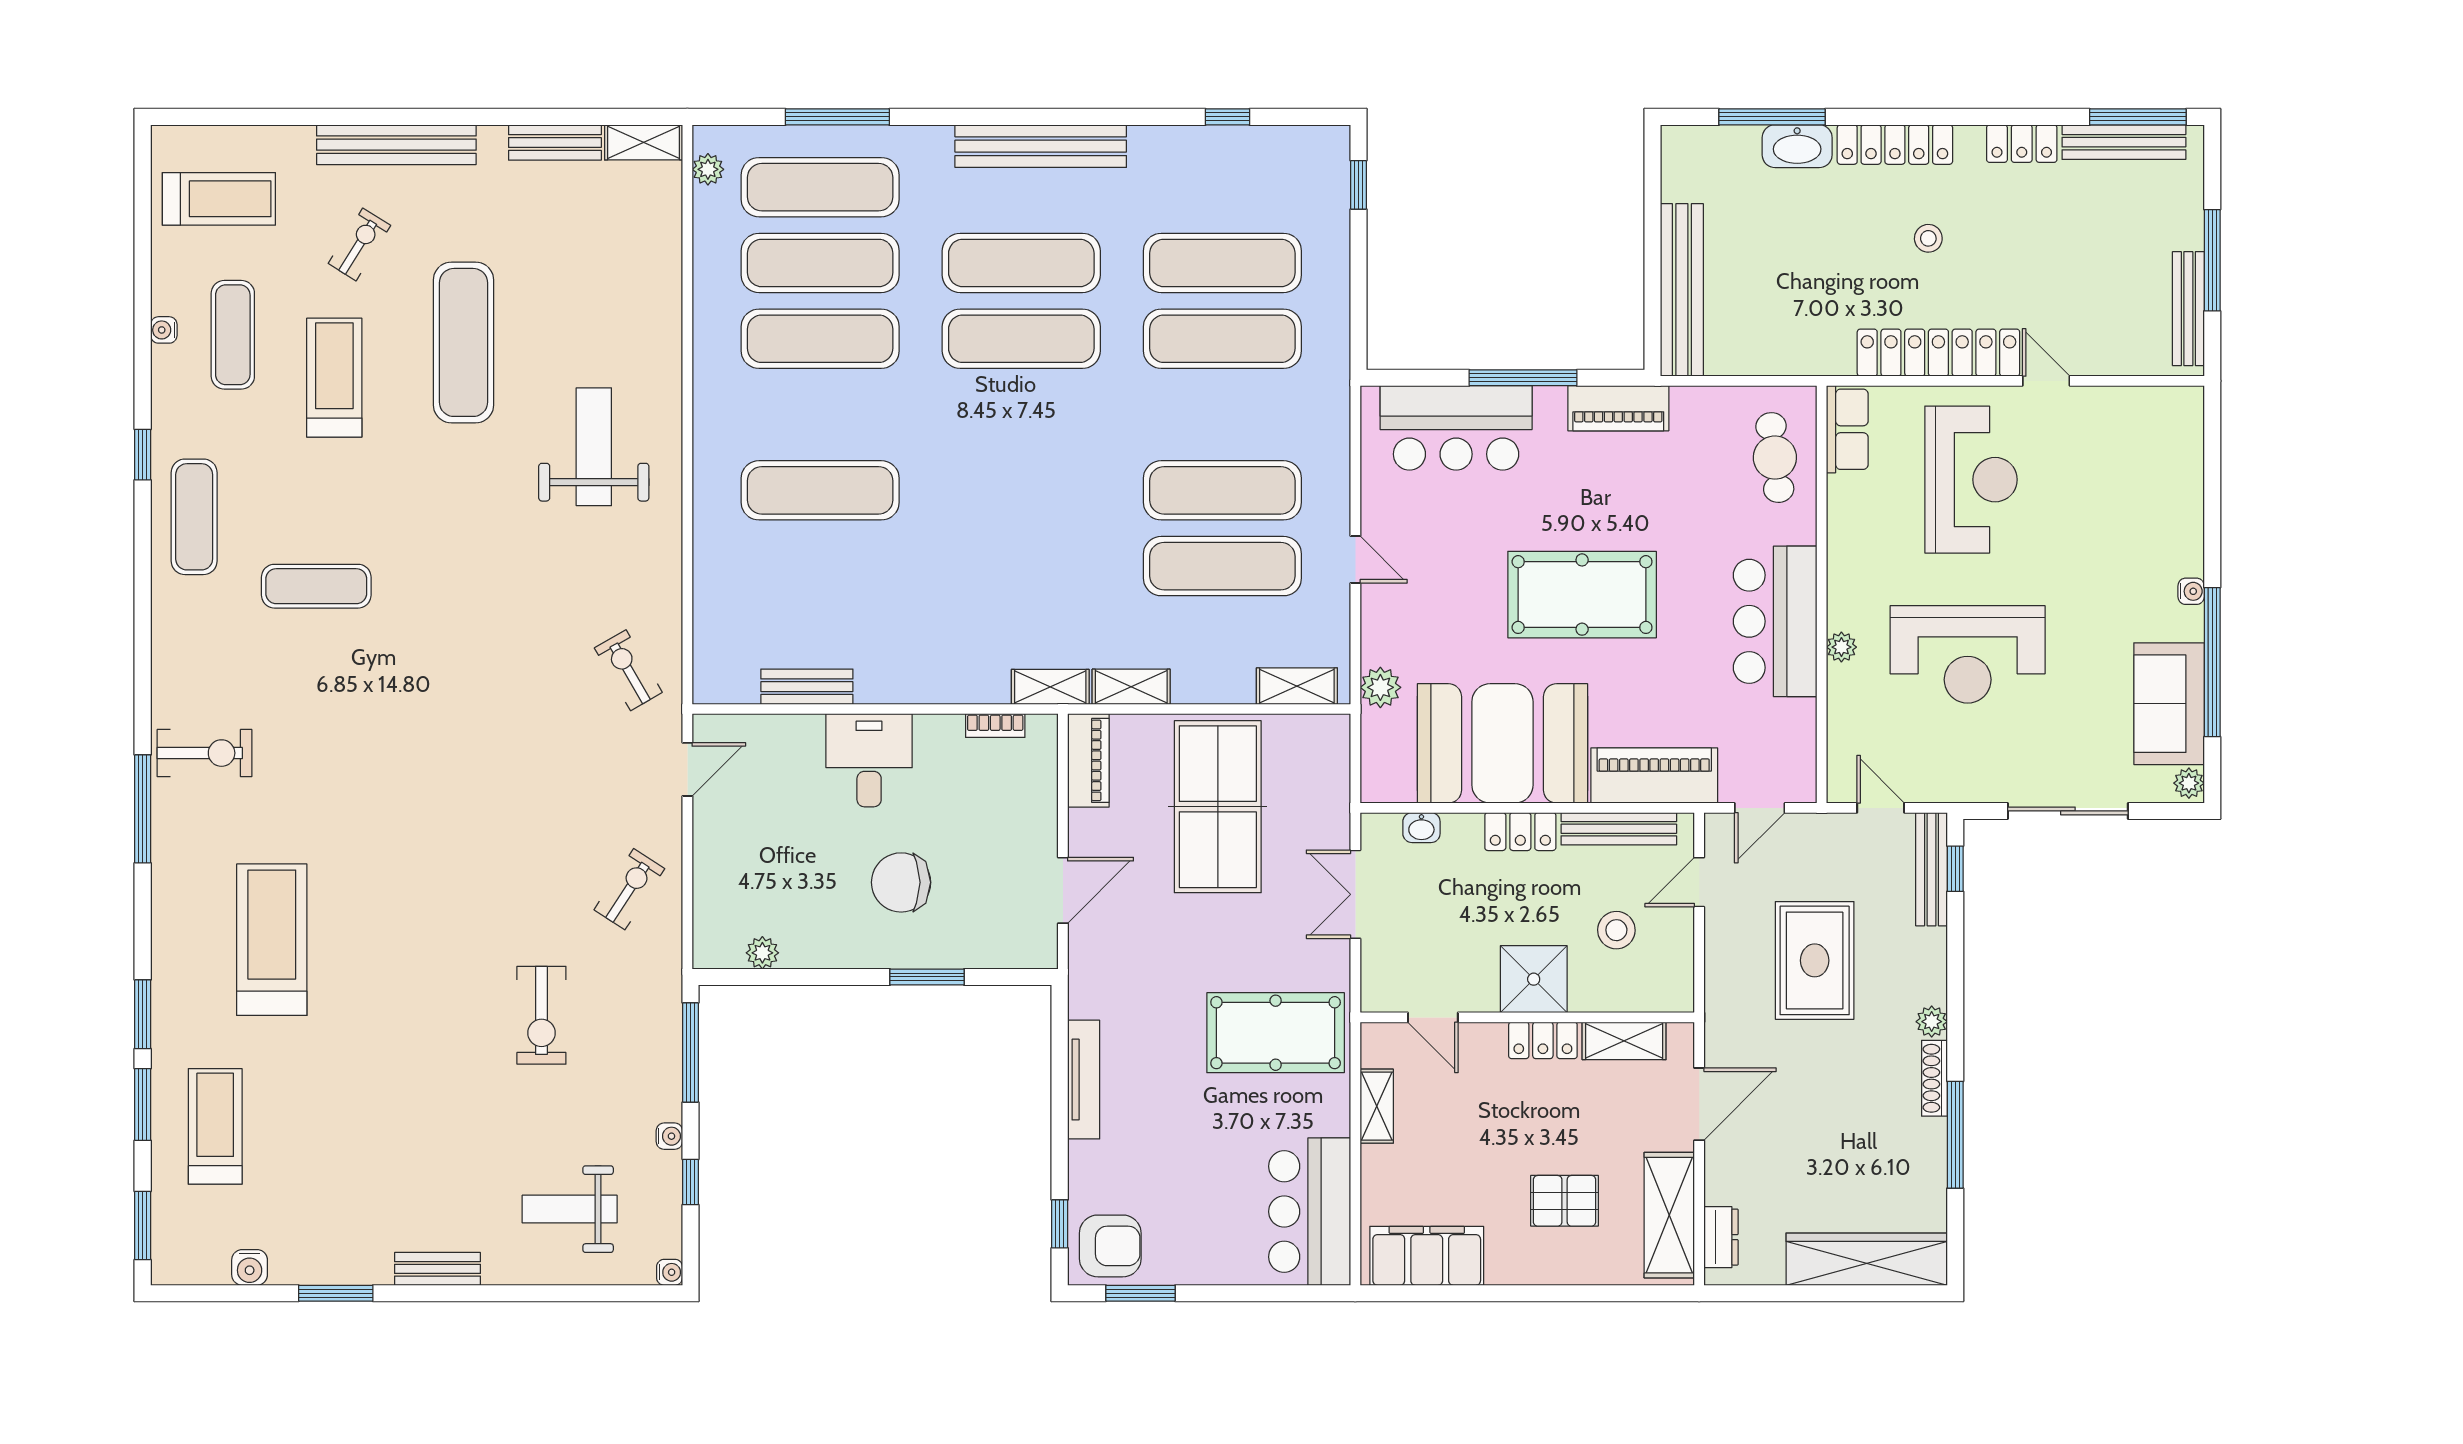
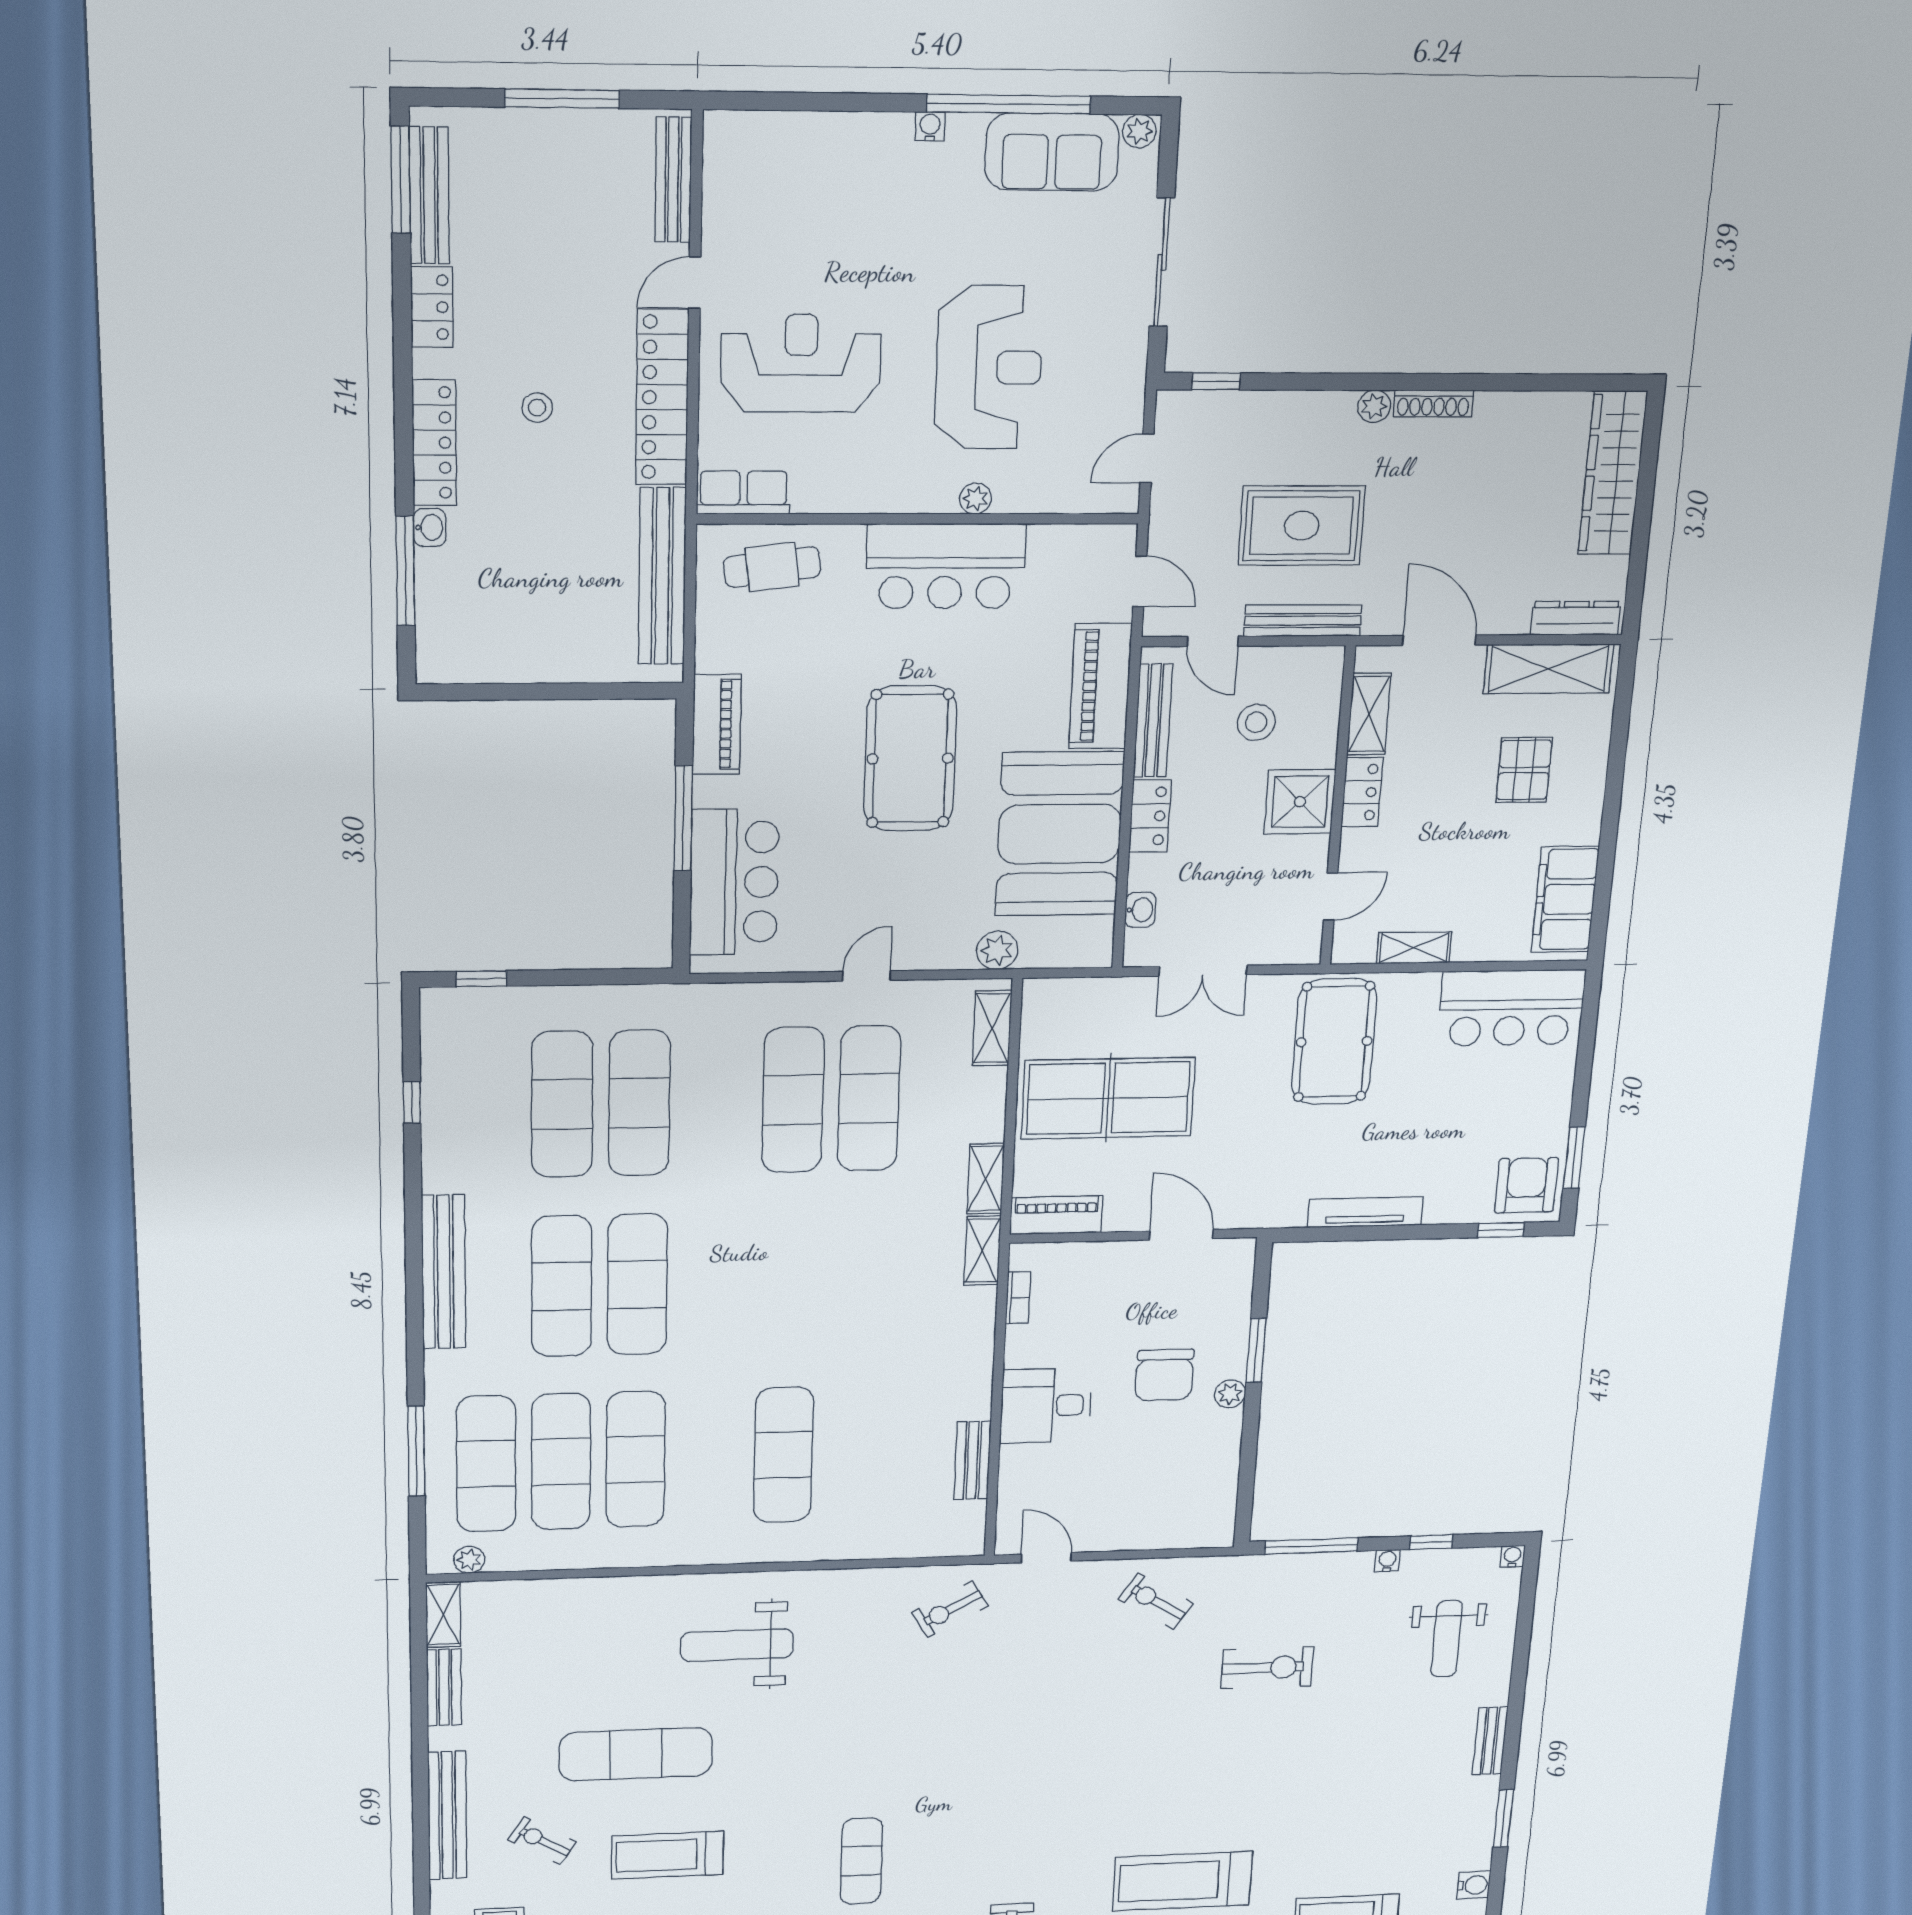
washbasin: (1797, 146) -> (430, 527), width x0.52, depth x0.69
bench: (1682, 290) -> (662, 576), moved, turned 90
bench: (2188, 309) -> (673, 180), moved, turned 90
bench: (1932, 869) -> (1303, 621), moved
plant: (762, 953) -> (1230, 1394), moved
window: (1955, 1135) -> (1494, 382), removed
dresser: (1721, 1237) -> (1575, 618), width x1.44

